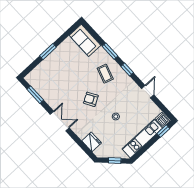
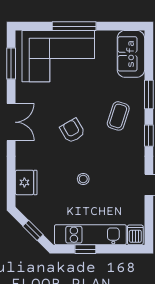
window: (48, 52) -> (74, 26), width x1.44
corner sofa: (53, 72) -> (58, 56), added
window: (163, 131) -> (85, 249), moved

